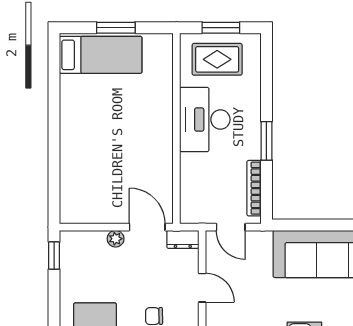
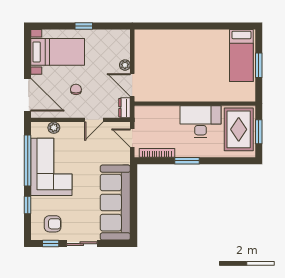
rug: (217, 59) -> (239, 129), width x1.36, depth x1.43
door: (147, 227) -> (132, 85), swing flipped
door: (231, 227) -> (132, 138), hinge flipped
window: (54, 256) -> (84, 26), moved

